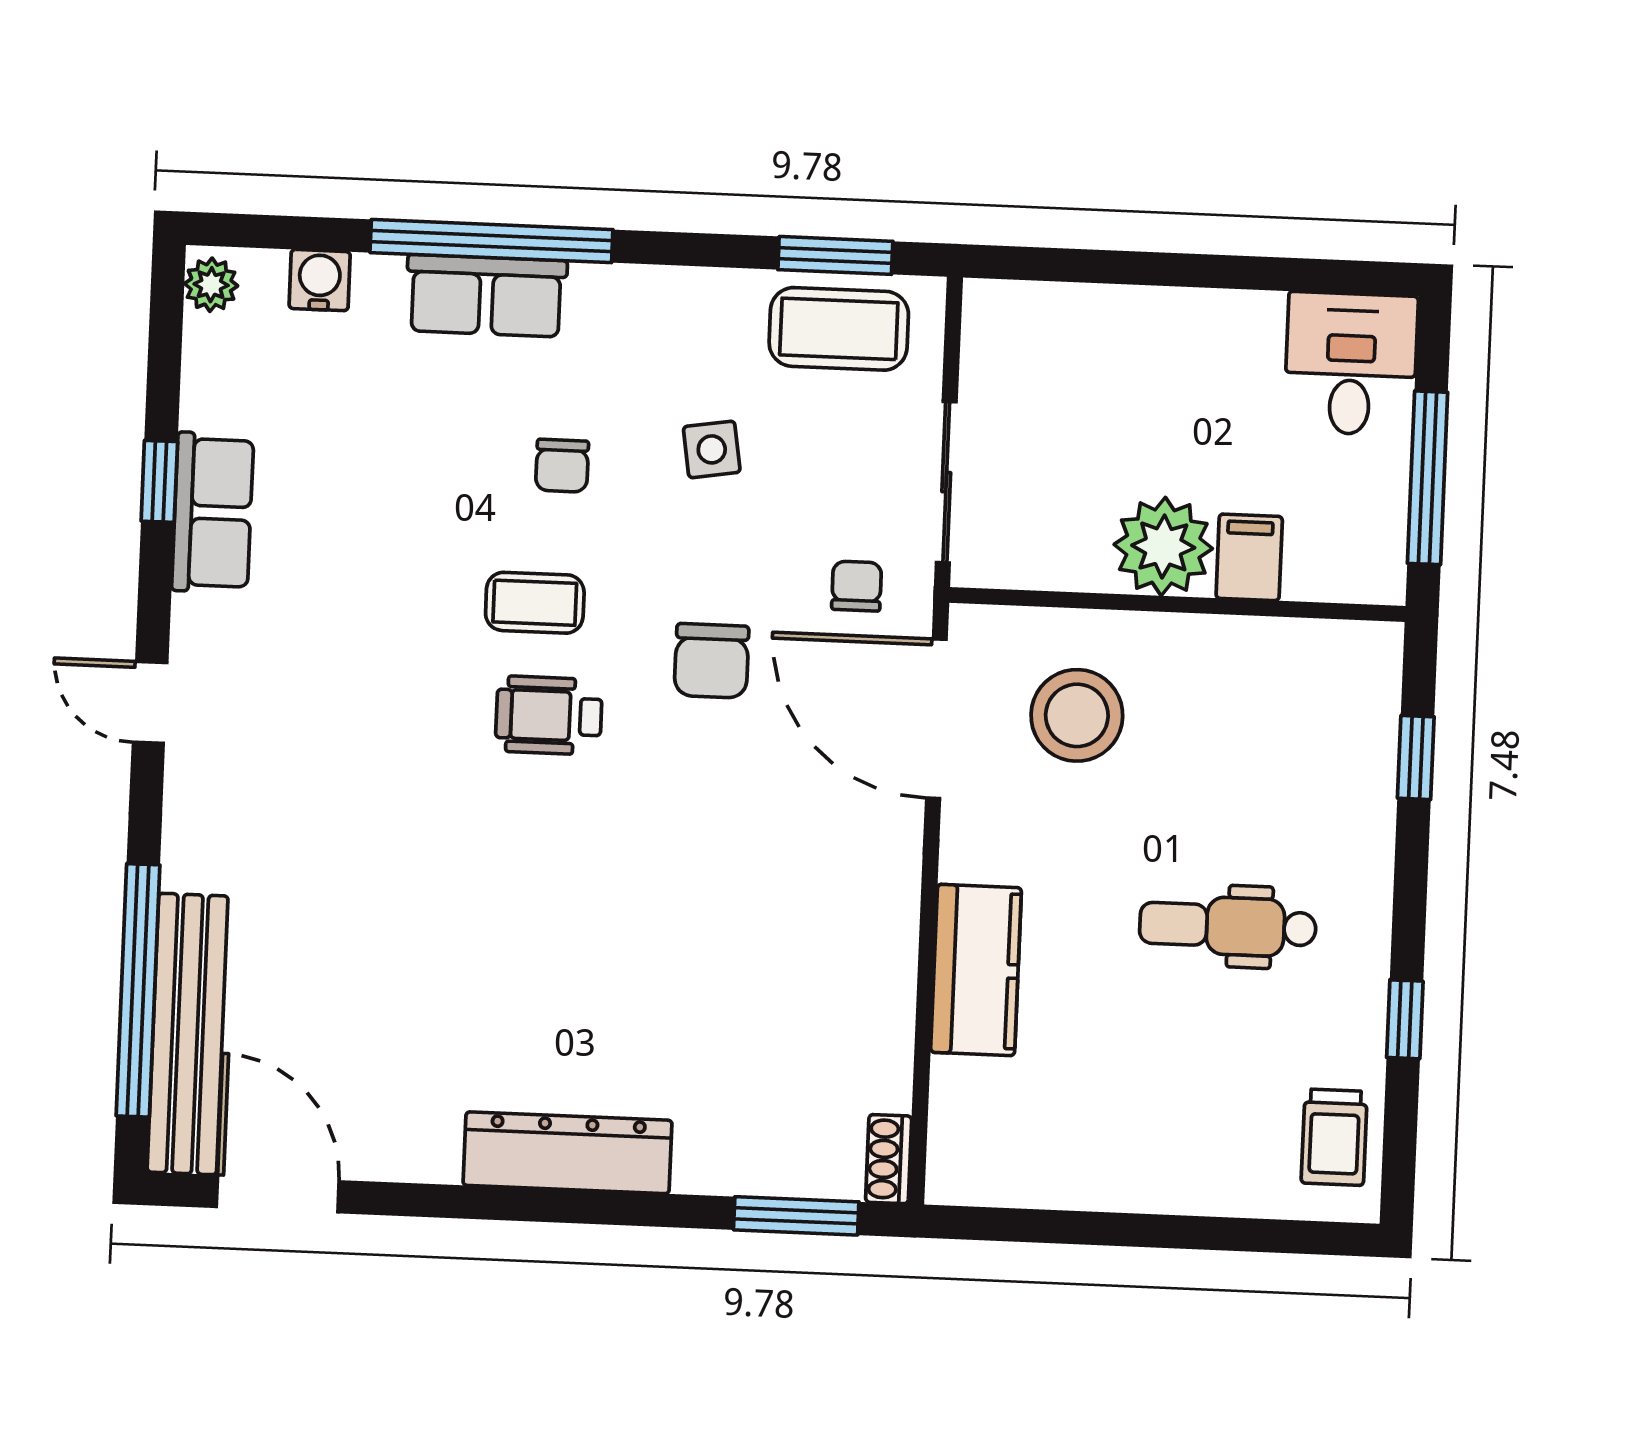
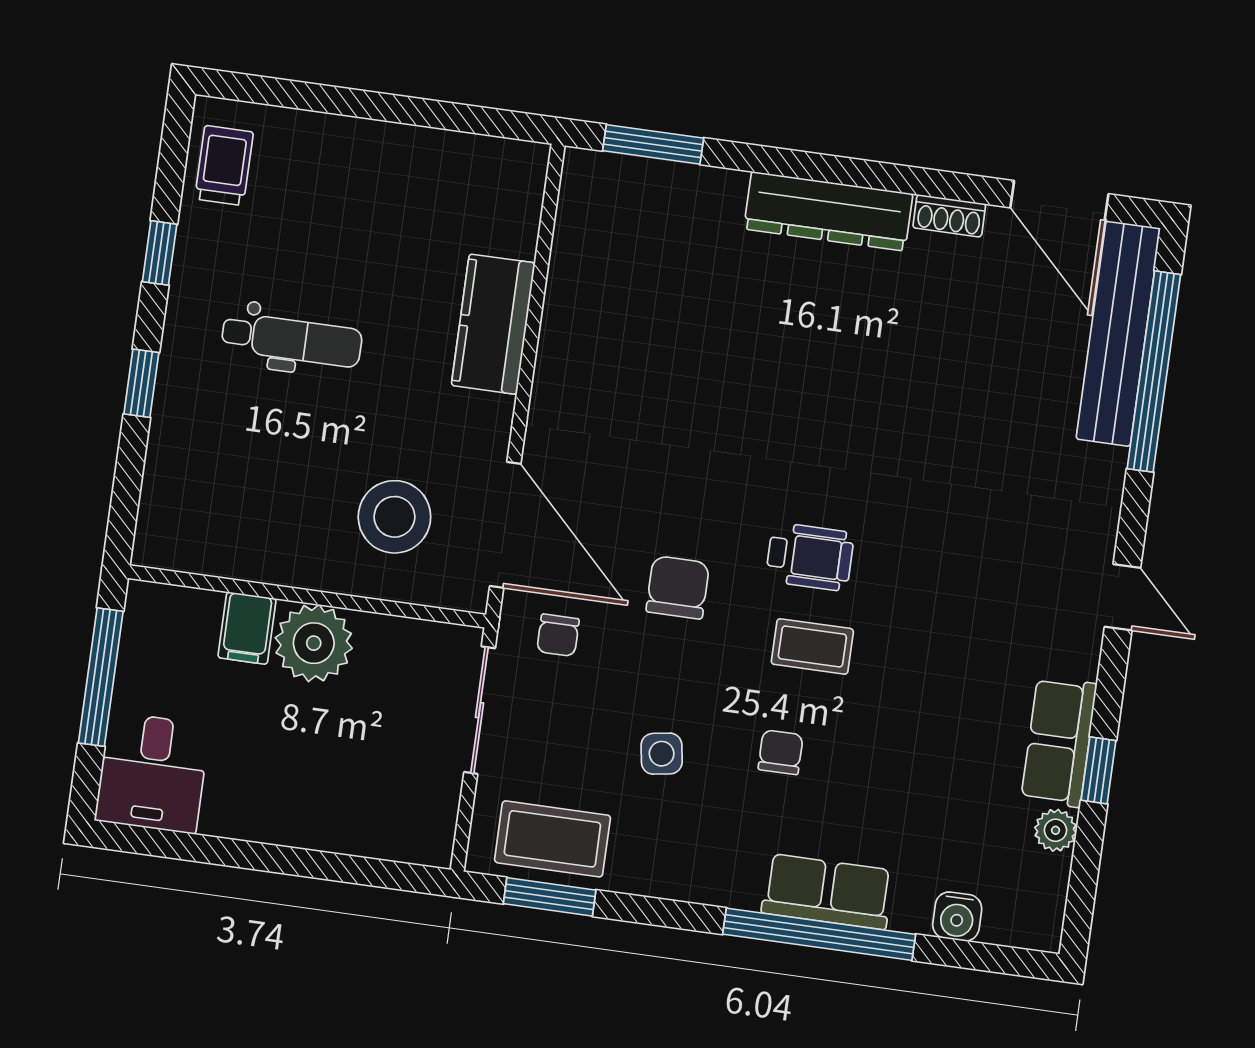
plant: (211, 285) -> (1056, 830), moved
window: (1416, 758) -> (141, 383), moved
shoe rack: (889, 1159) -> (949, 216), moved, turned 90

